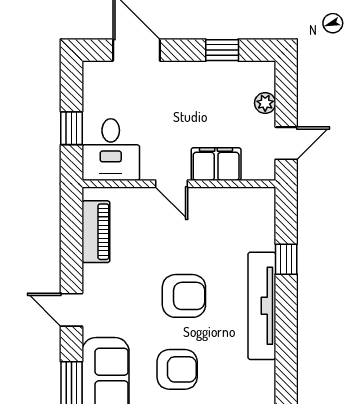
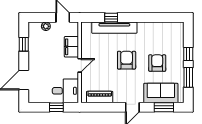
tv unit: (262, 306) -> (114, 28), moved

